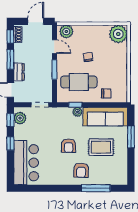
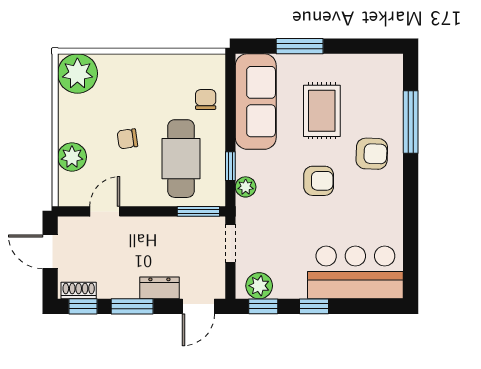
plant: (66, 31) -> (72, 157), moved
window: (54, 70) -> (198, 211), moved
plant: (77, 112) -> (246, 187), moved

